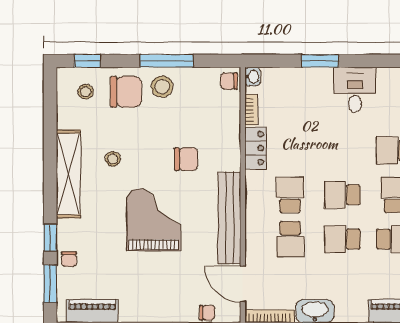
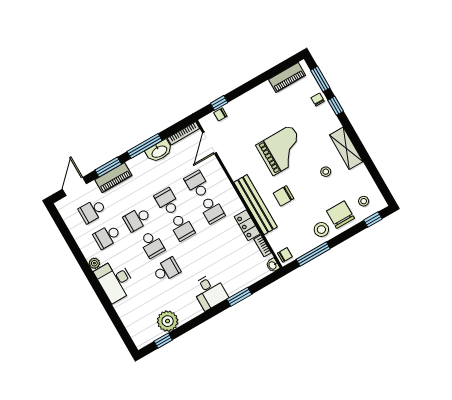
window: (167, 61) -> (313, 254), moved
chair: (126, 92) -> (340, 215), turned 90
shelving: (69, 174) -> (346, 148), width x0.68
school desk: (342, 195) -> (182, 227), turned 90
bench: (229, 218) -> (255, 205), moved
grand piano: (154, 220) -> (282, 150), turned -90
school desk: (342, 239) -> (167, 202), turned -90
door: (243, 284) -> (209, 143), swing flipped

